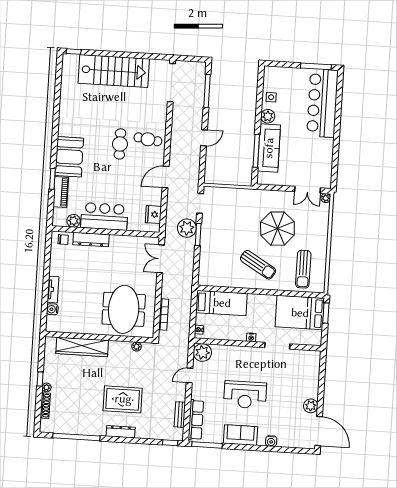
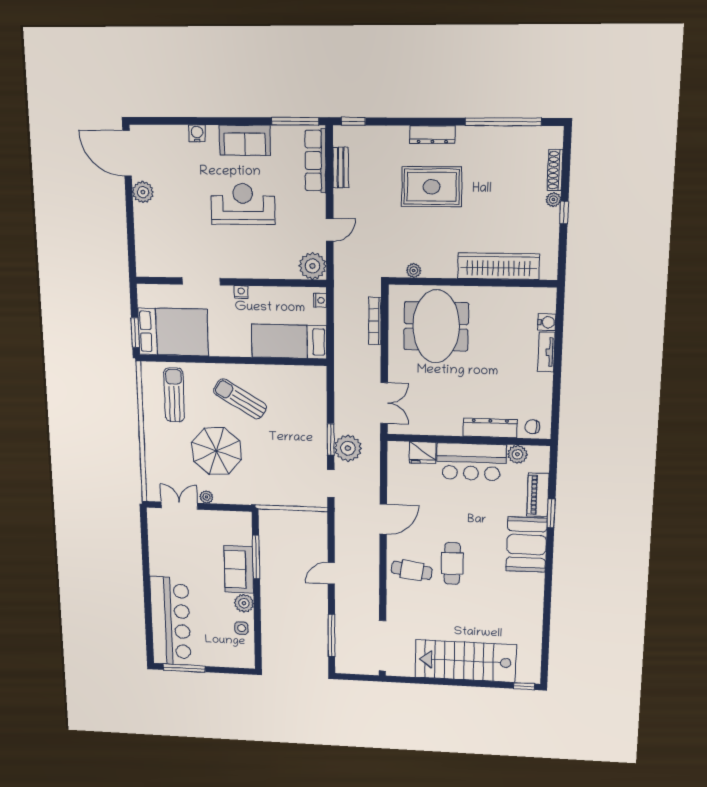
sofa: (269, 148) -> (239, 569), width x0.73
plant: (326, 198) -> (206, 497), moved
fridge: (153, 215) -> (423, 453), moved, turned 90

